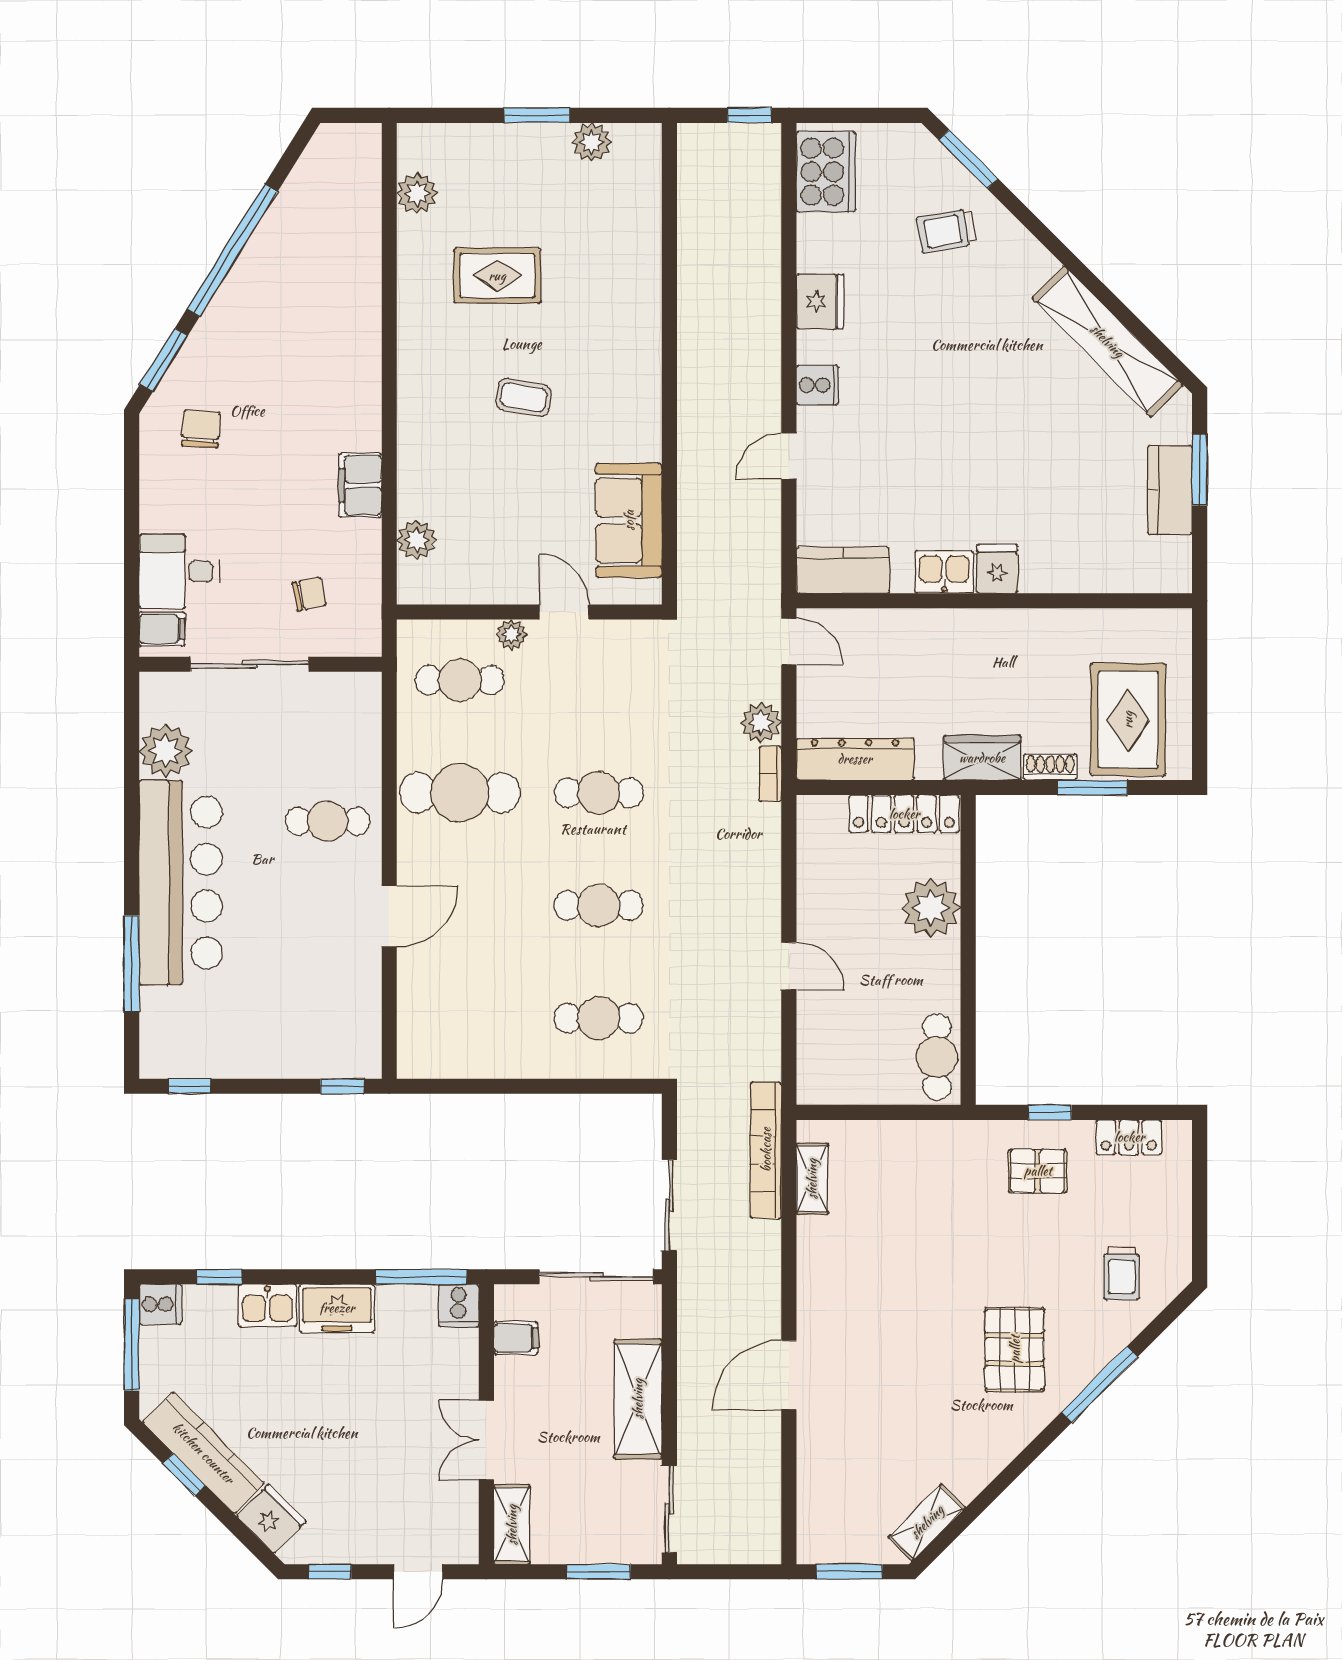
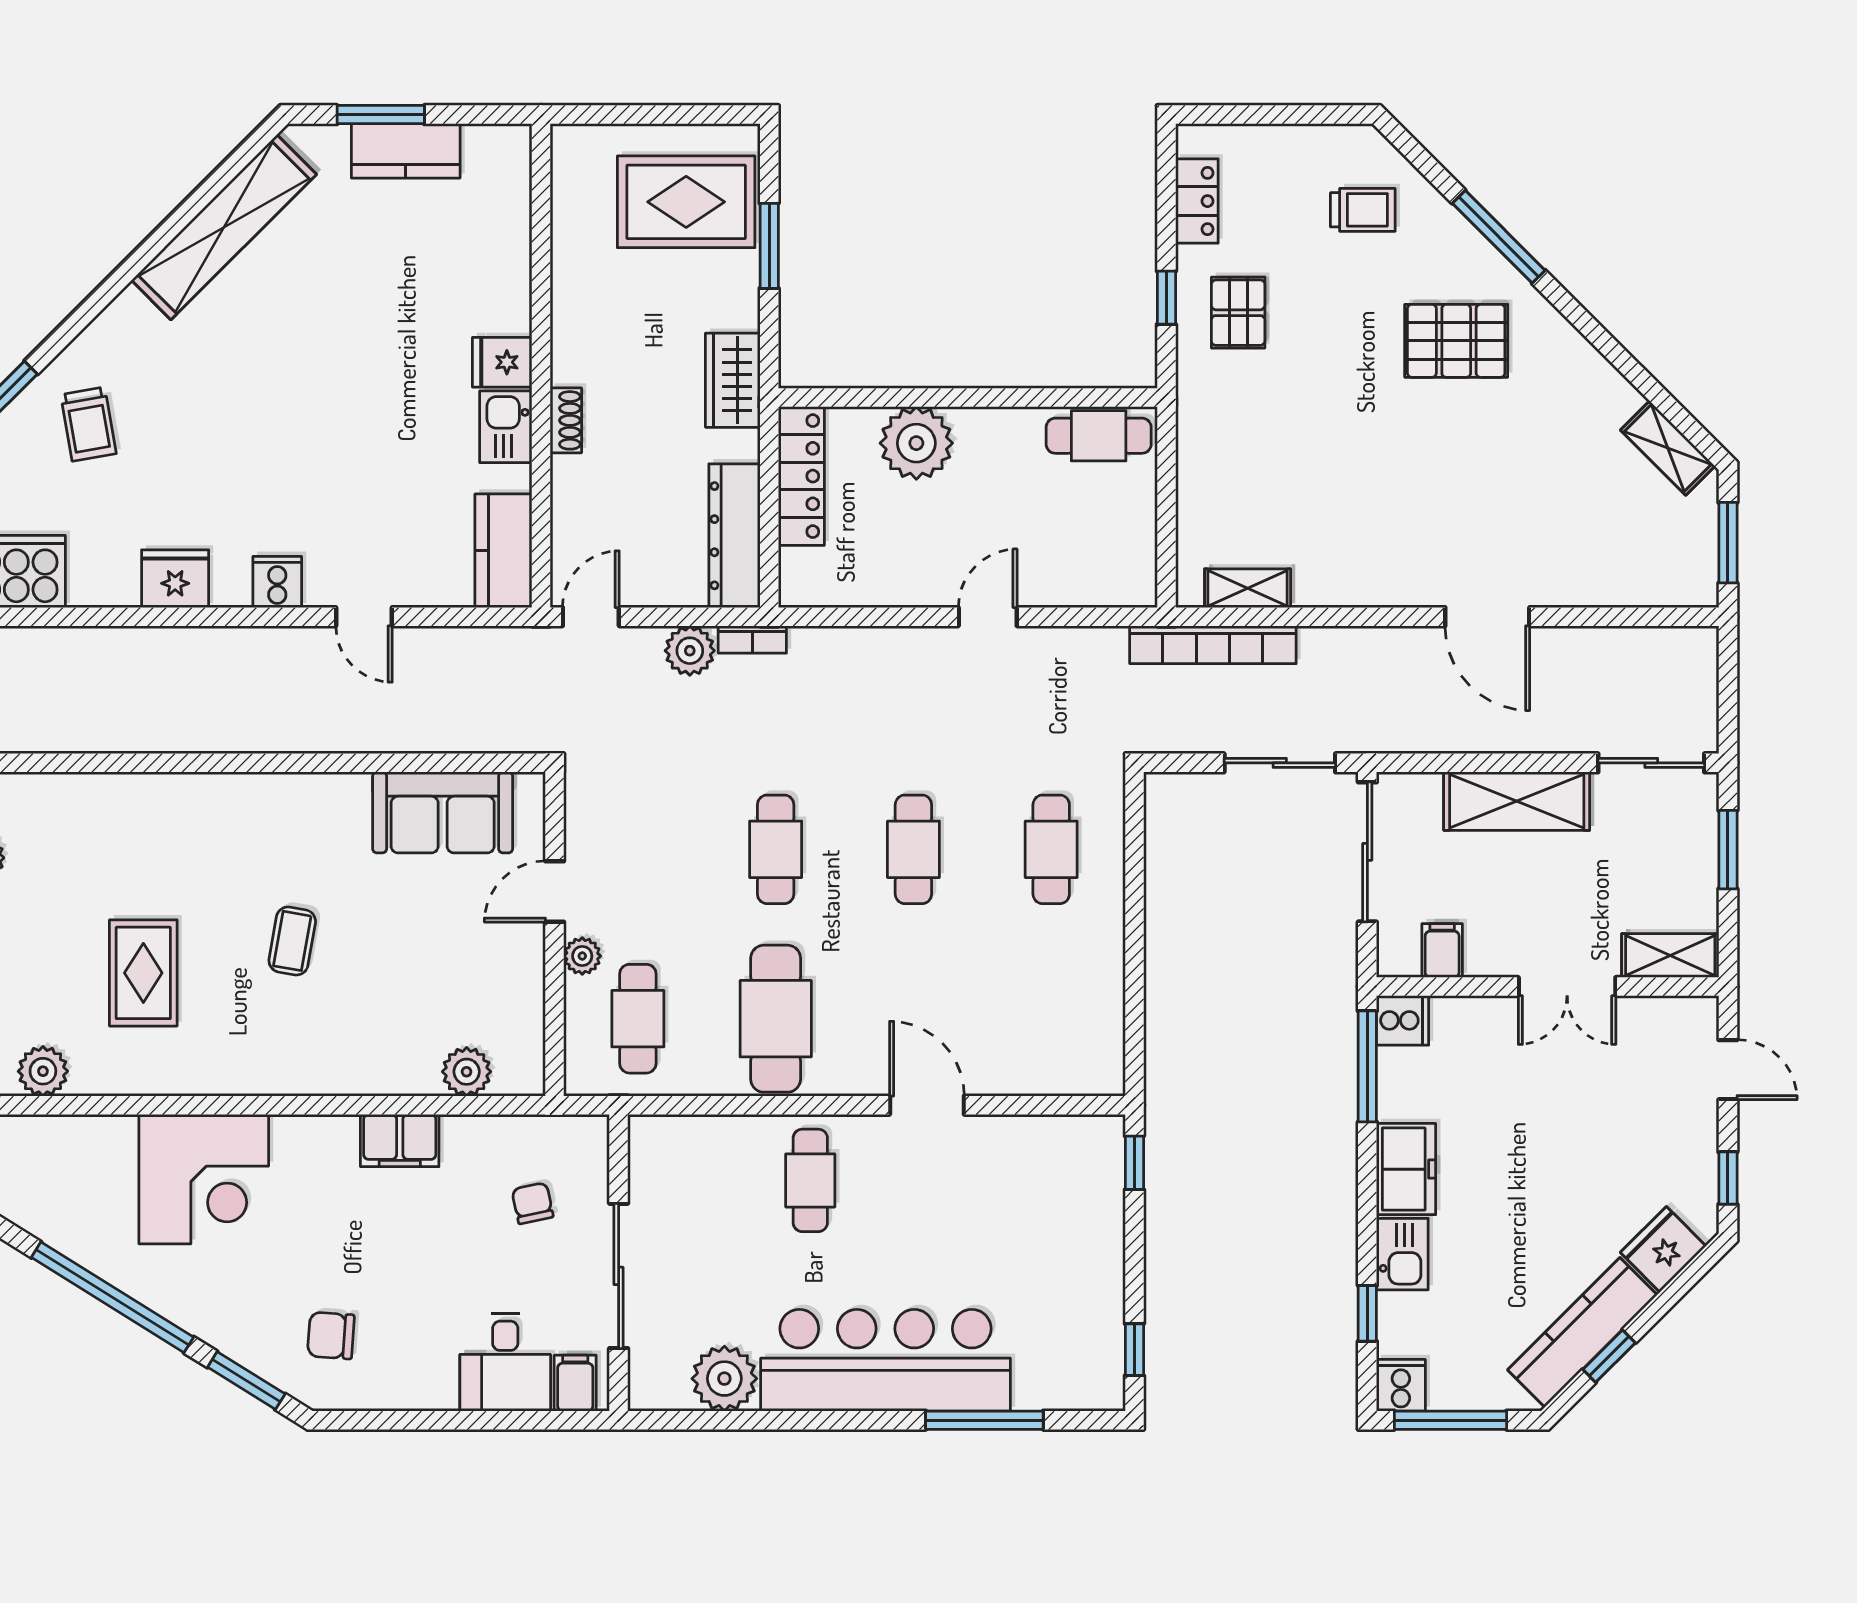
corner desk: (329, 325) -> (204, 1179), added
shoe rack: (1050, 767) -> (566, 420), moved, turned 180

